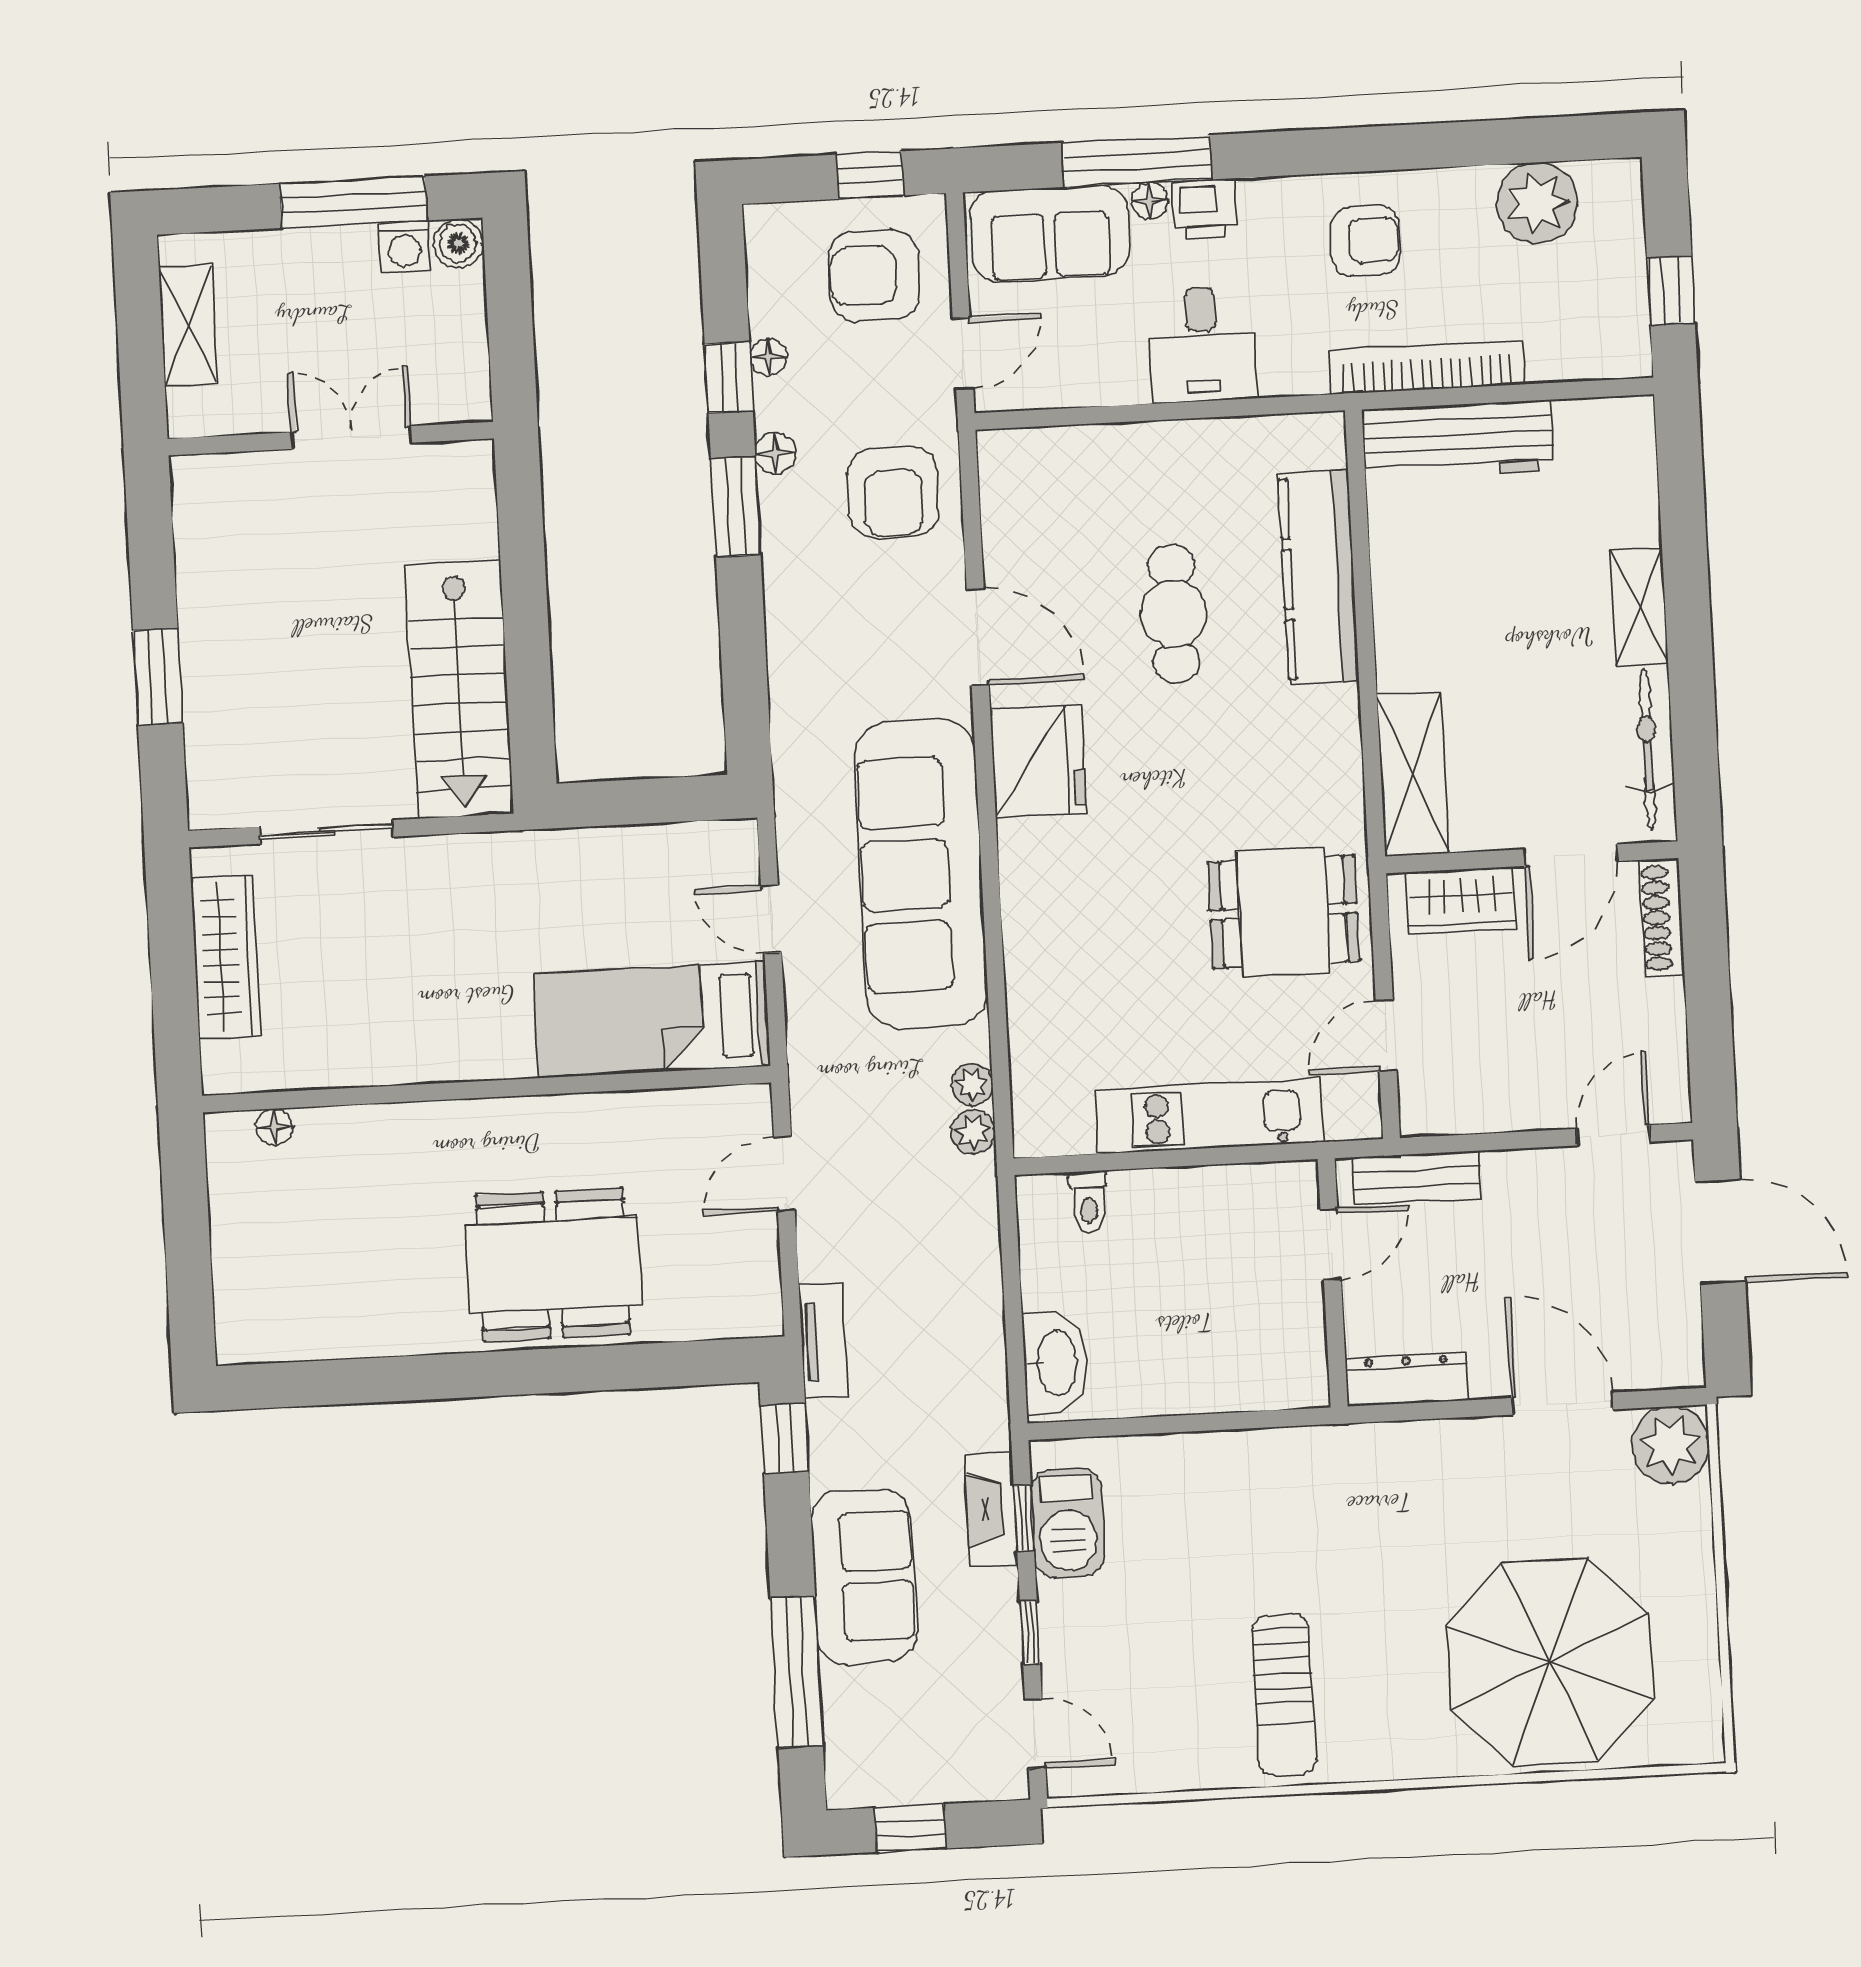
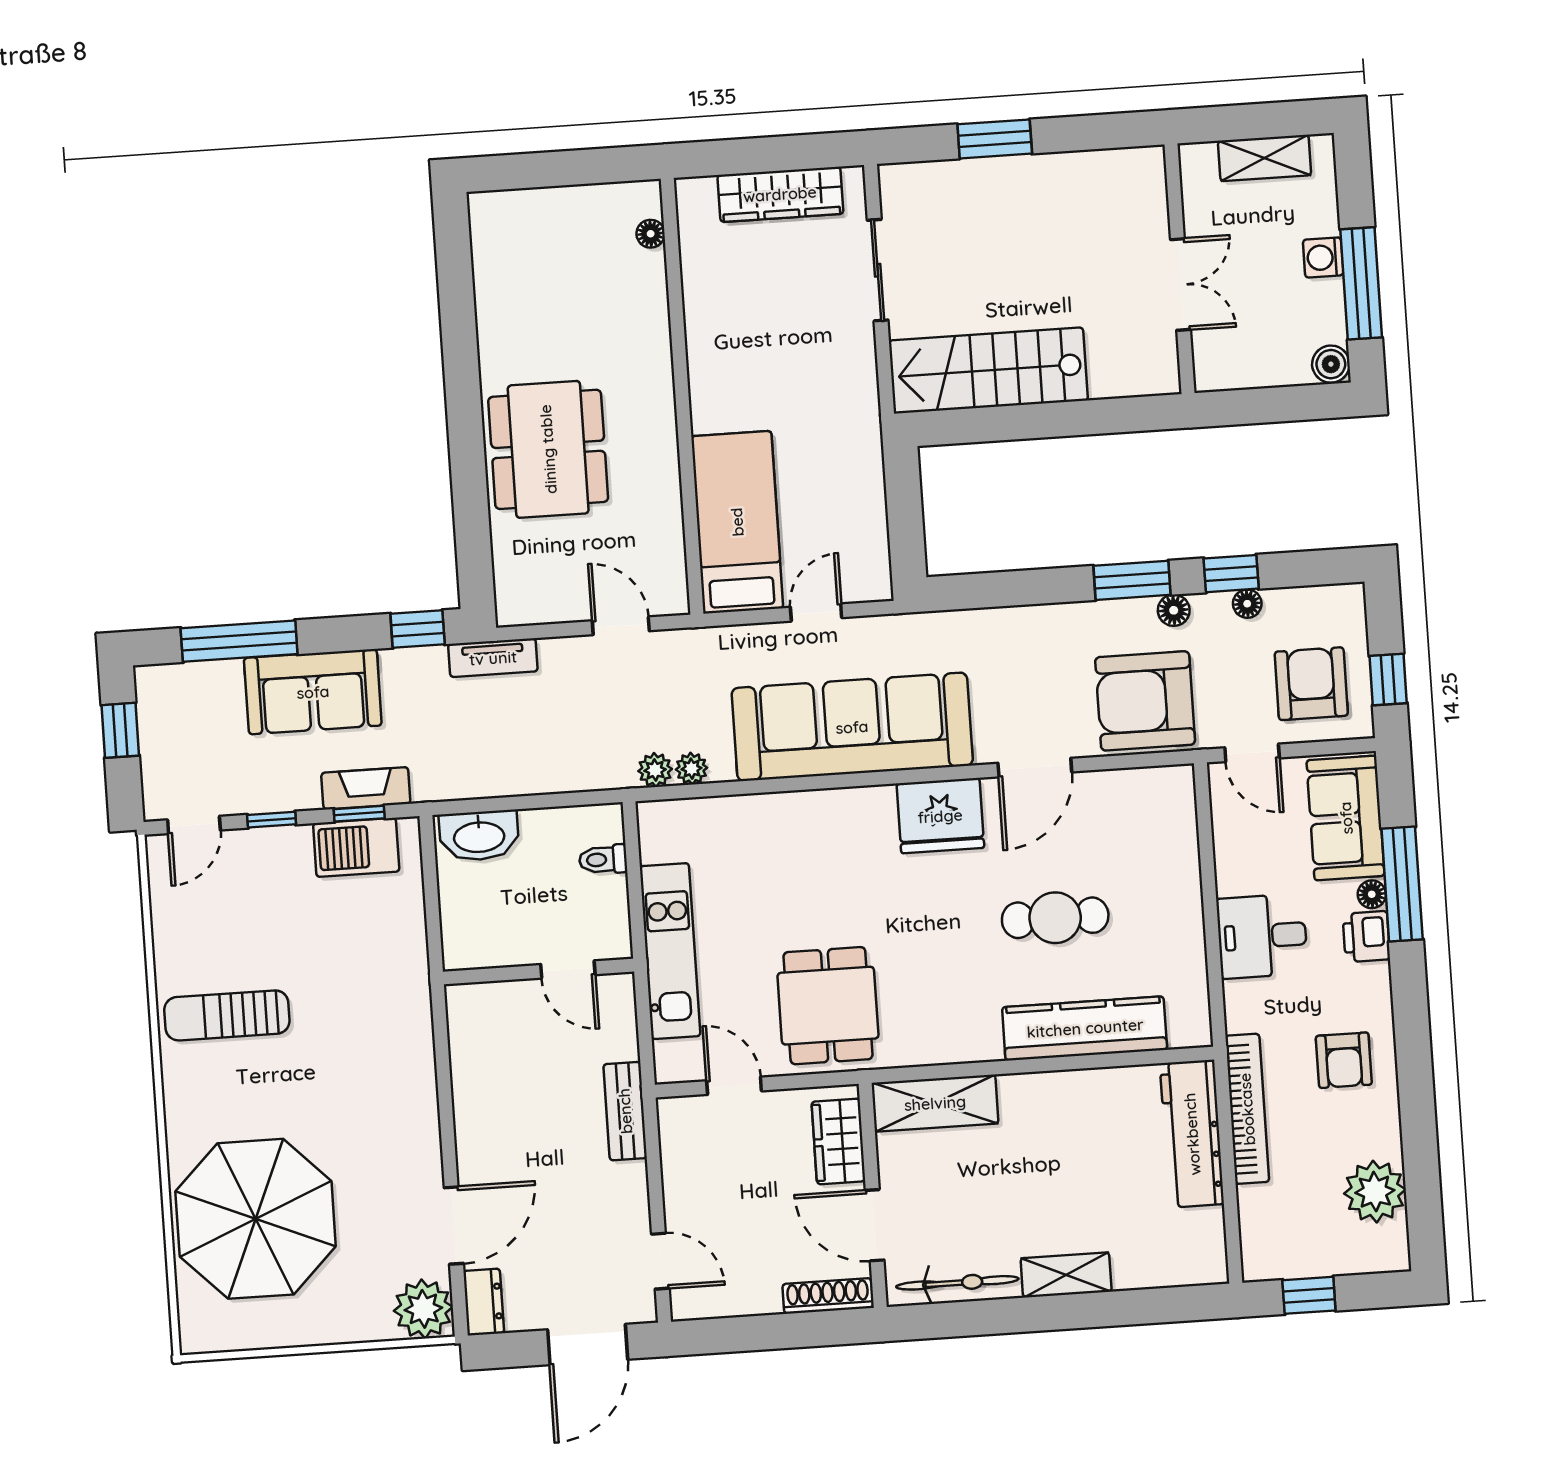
washing machine: (404, 247) -> (1323, 257), moved
armchair: (893, 492) -> (1145, 701), width x1.36, depth x1.36
door: (1331, 1245) -> (568, 970), moved
wall: (1333, 1283) -> (539, 972), moved
dresser: (1407, 1380) -> (484, 1302), moved, width x0.70

